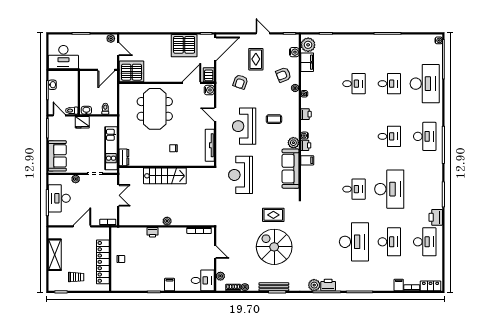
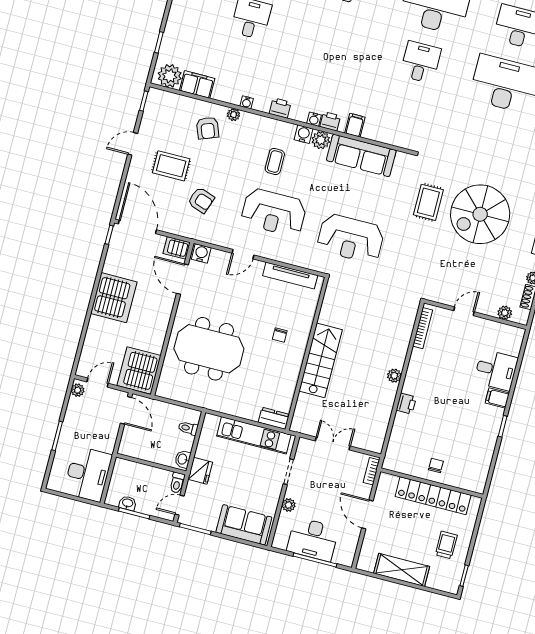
server rack: (184, 46) -> (114, 298), moved
water cooler: (294, 52) -> (303, 134), moved
desk: (203, 280) -> (496, 370), moved, turned 90

